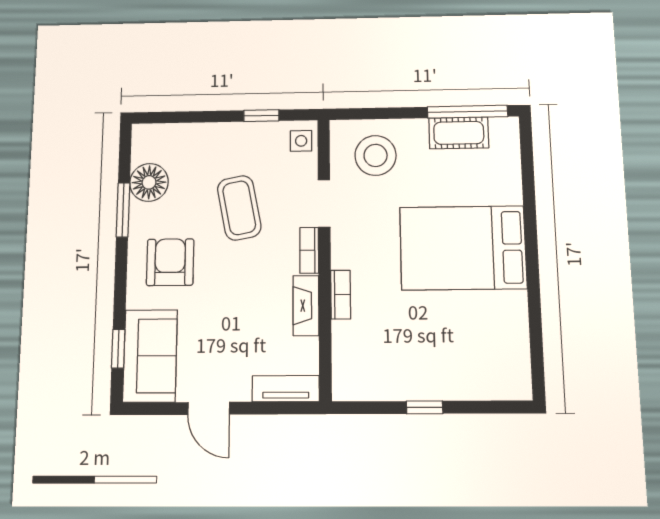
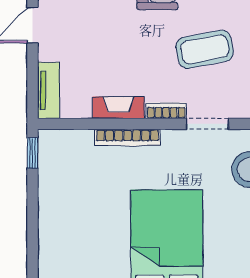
bookcase: (341, 295) -> (127, 137), width x1.56
window: (425, 407) -> (33, 153), moved

